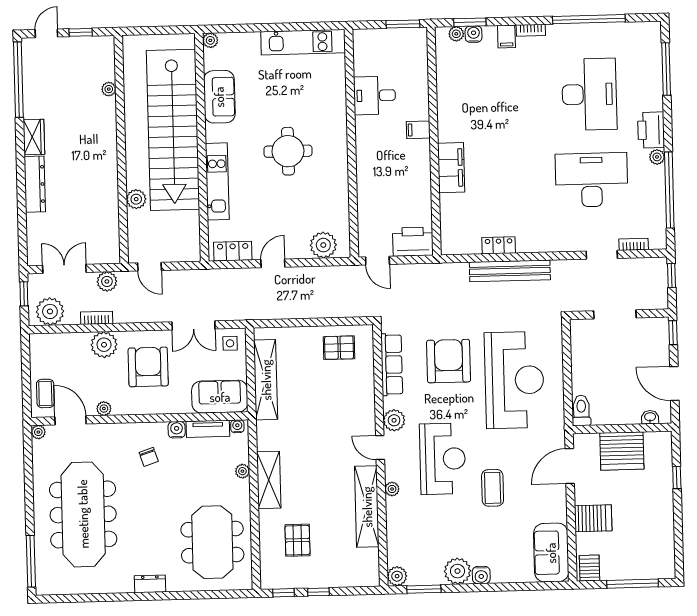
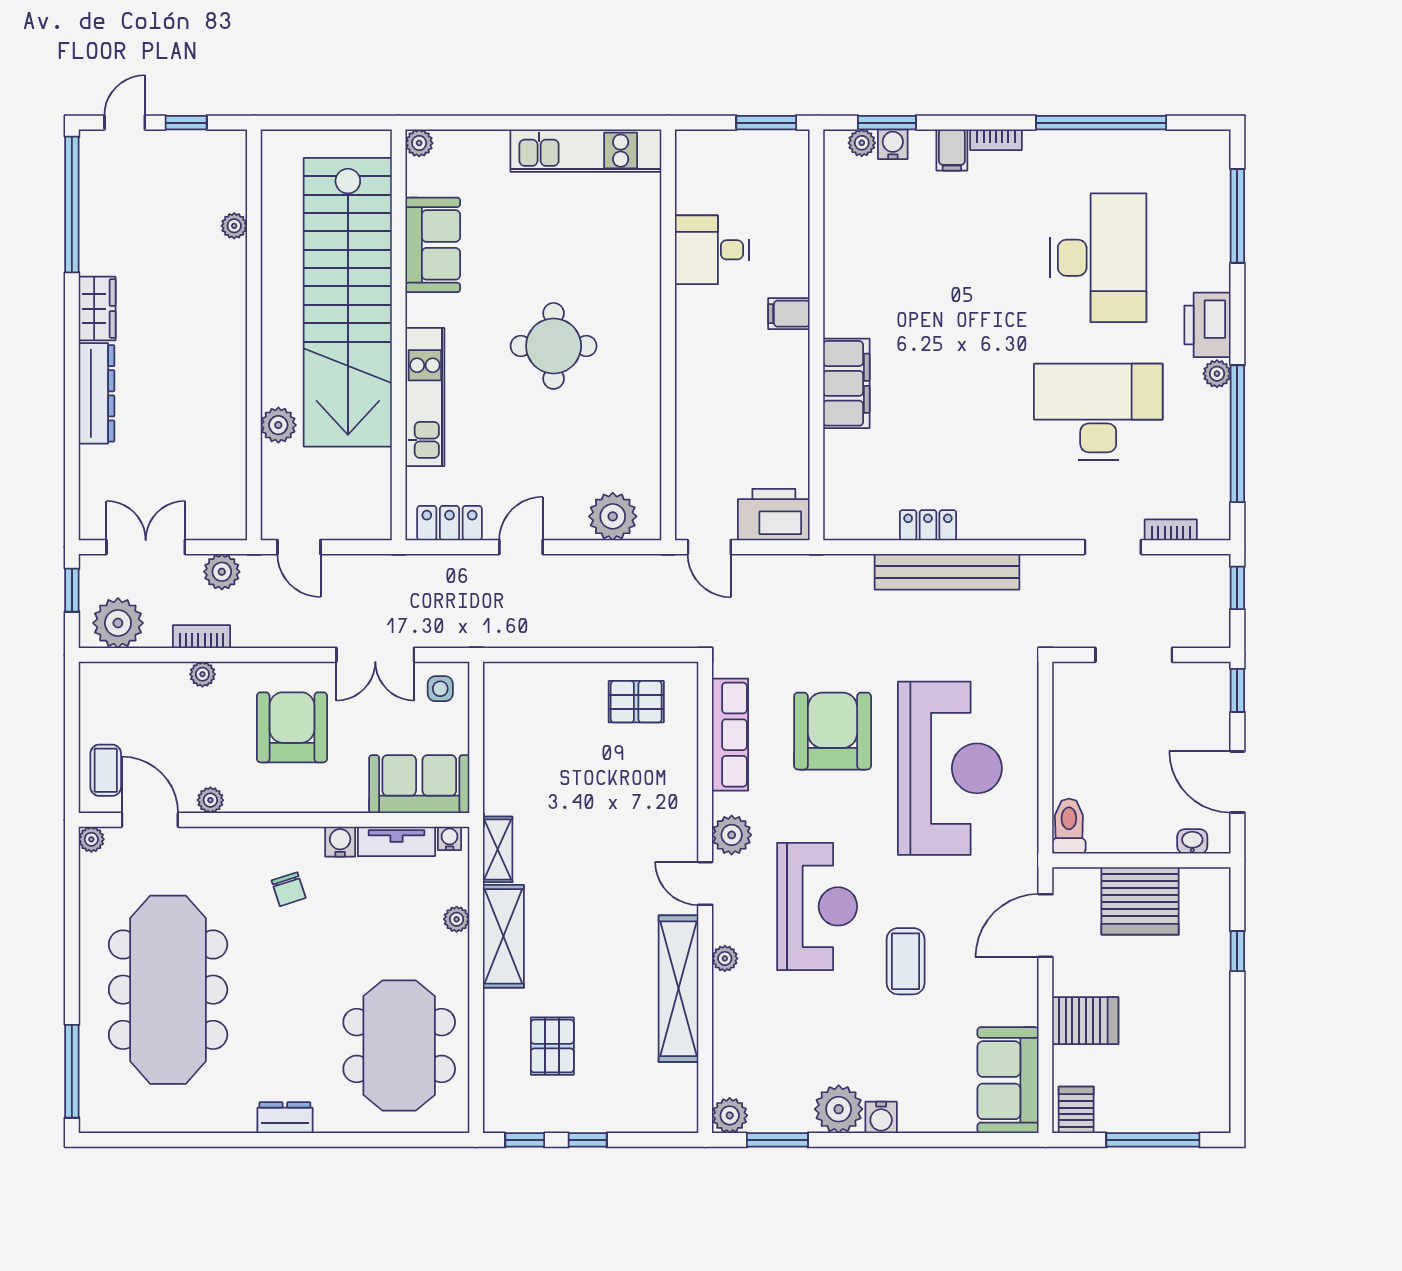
plant: (104, 345) -> (202, 674), width x0.53, depth x0.53
shelving: (266, 380) -> (498, 849), moved, width x0.45, depth x0.75

